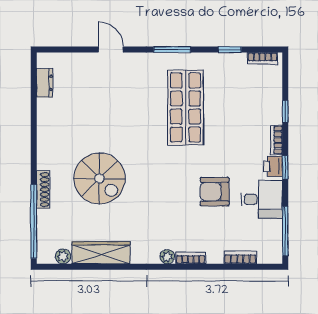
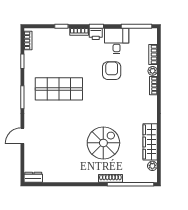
dresser: (45, 83) -> (33, 177), moved
armchair: (215, 192) -> (112, 71), turned 180
plant: (167, 257) -> (153, 71), moved

